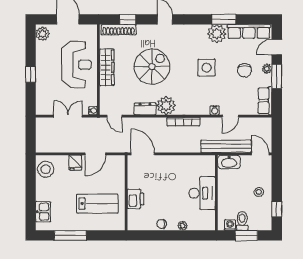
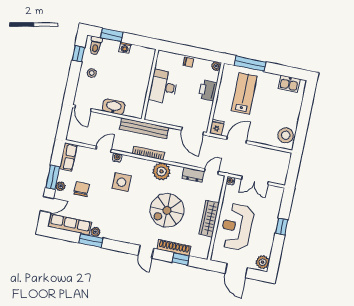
shoe rack: (119, 30) -> (174, 248), moved
plant: (217, 34) -> (96, 232), width x0.53, depth x0.53
side table: (207, 68) -> (122, 182), moved
dresser: (145, 109) -> (193, 175), moved
door: (115, 116) -> (211, 171), hinge flipped
bench: (226, 146) -> (144, 128), moved
fridge: (75, 163) -> (217, 127), moved
desk: (202, 193) -> (163, 87), moved
wall: (216, 193) -> (150, 84), moved
lab bench: (97, 204) -> (244, 93), turned 90
kitchen sink: (43, 212) -> (289, 84), moved, turned -90
toilet: (242, 221) -> (96, 46), moved
plant: (183, 226) -> (216, 66), moved
window: (70, 235) -> (250, 64), moved

